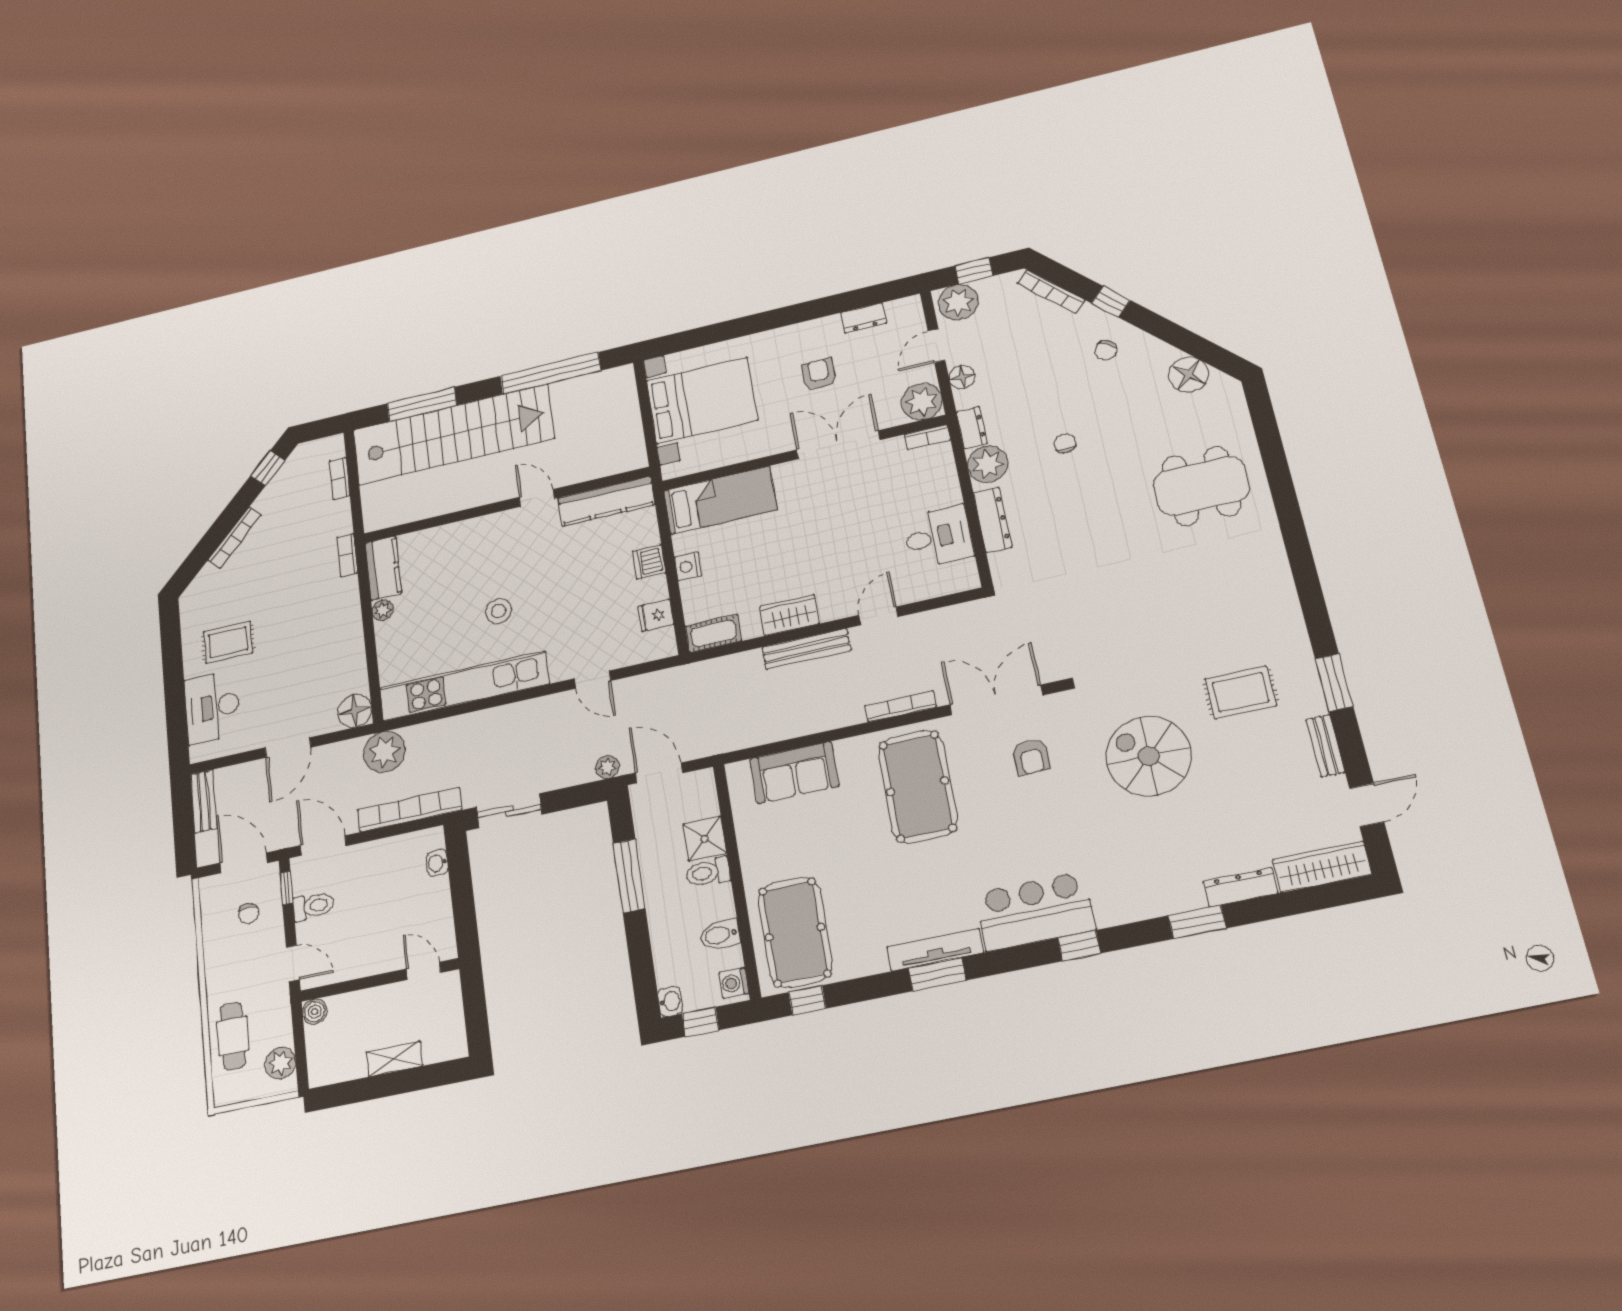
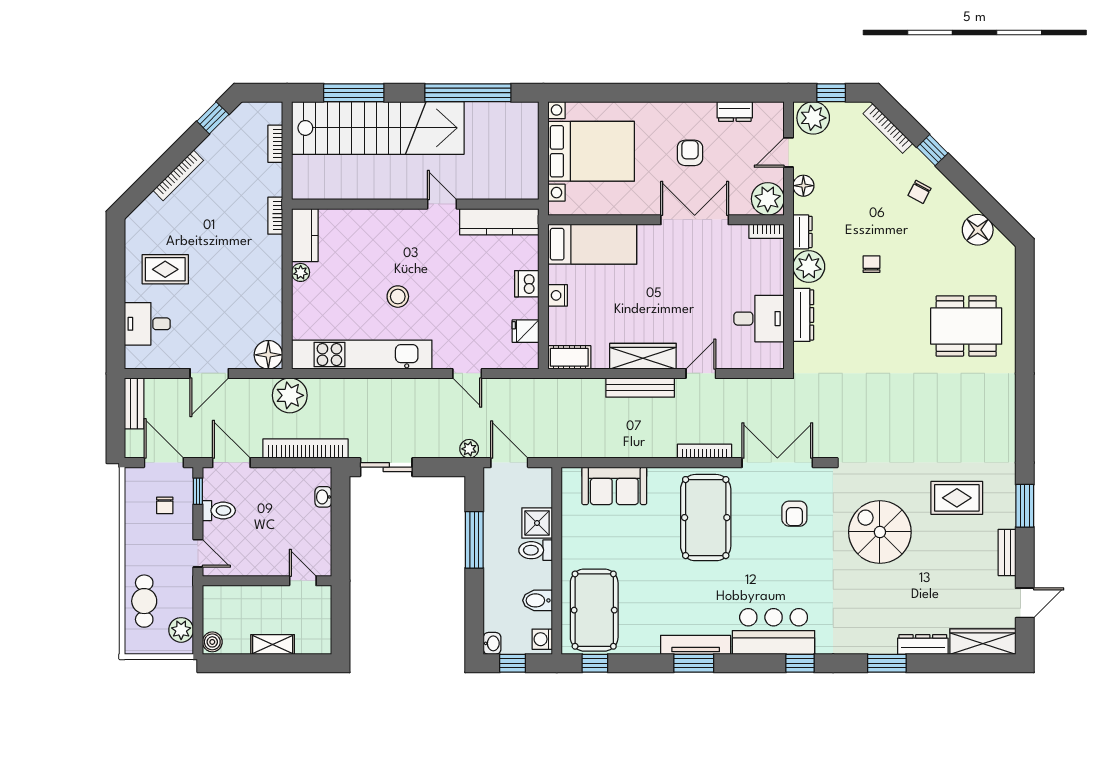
wardrobe: (790, 615) -> (643, 356), width x1.50
desk: (212, 707) -> (147, 324), width x0.73
boiler: (315, 1012) -> (212, 642), moved

